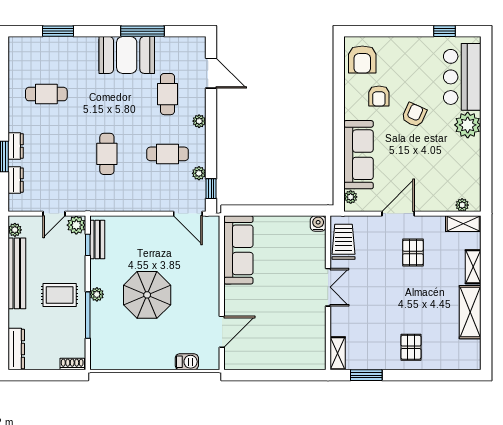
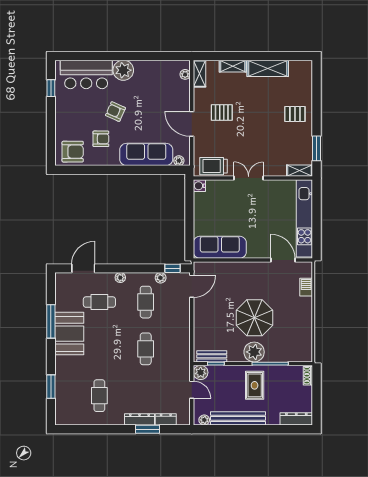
dresser: (16, 146) -> (139, 419), width x1.44
cafe table: (107, 154) -> (146, 349), turned 90
plant: (97, 294) -> (254, 352), width x1.88, depth x1.88
kitchen unit: (276, 360) -> (304, 218), added

